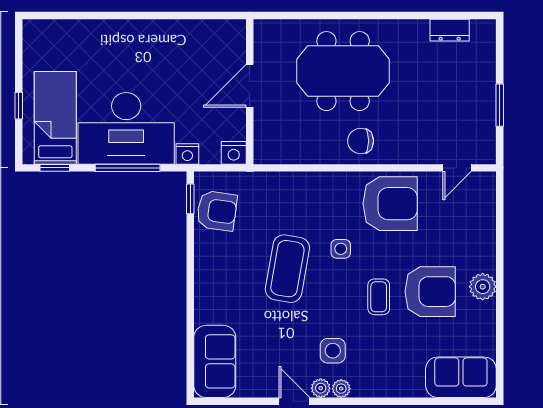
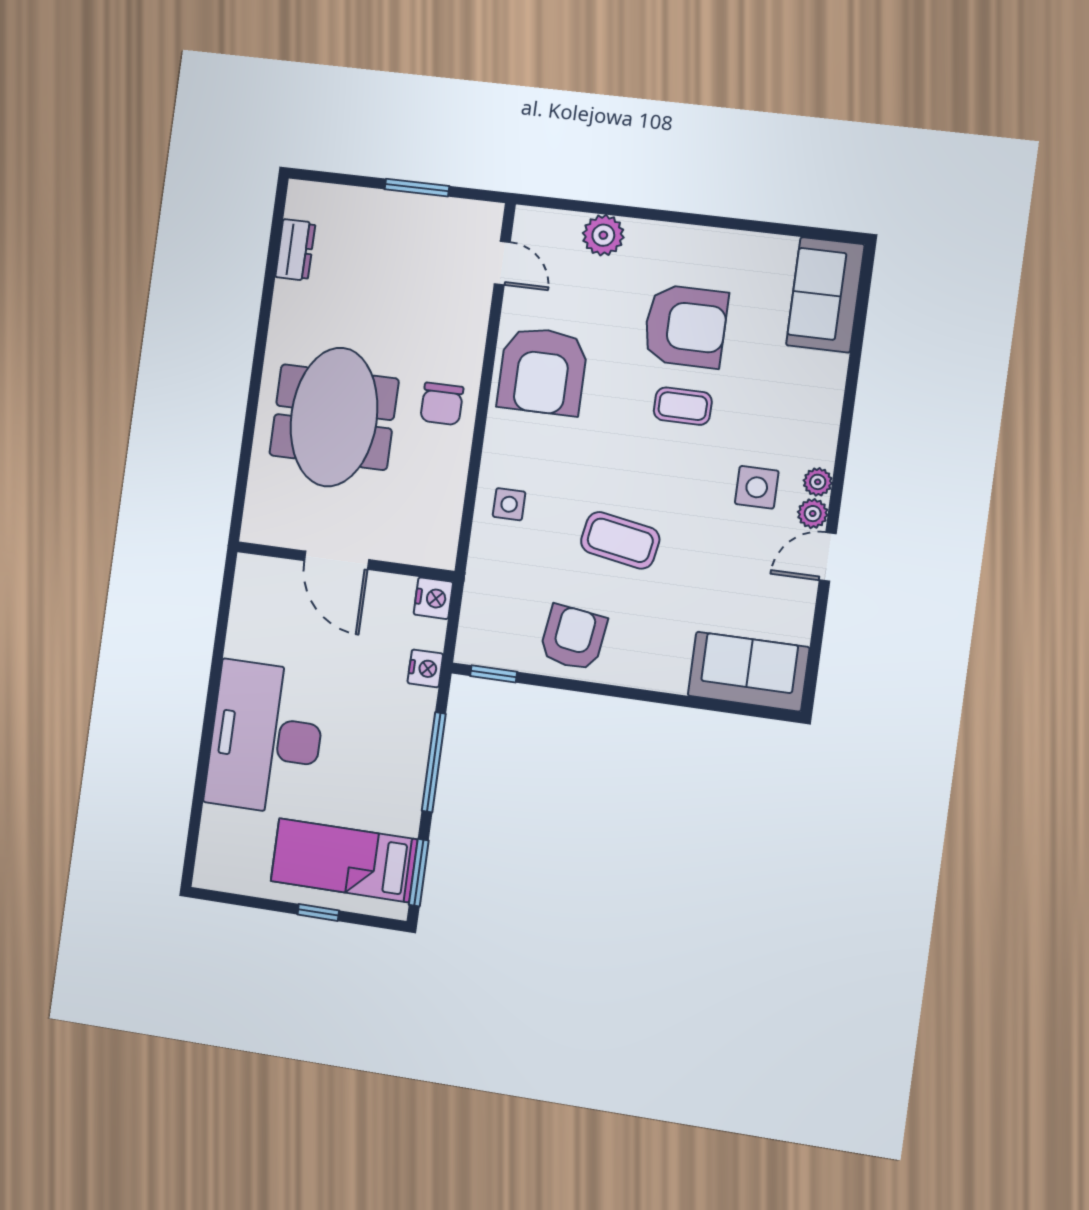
desk: (126, 128) -> (266, 738), moved, turned 180
window: (55, 168) -> (419, 873), width x1.50
armchair: (390, 204) -> (542, 371), turned 180
armchair: (217, 211) -> (573, 638), moved
side table: (341, 249) -> (509, 504), moved
coffee table: (287, 269) -> (620, 540), width x0.73, depth x0.76
plant: (483, 287) -> (603, 235), moved
armchair: (430, 292) -> (685, 326), turned 90

